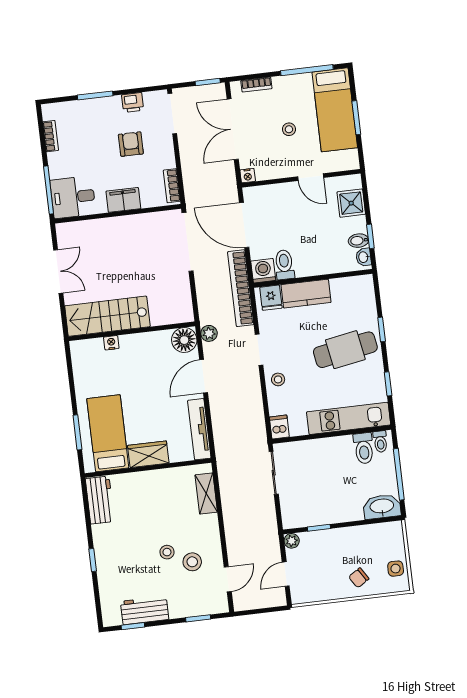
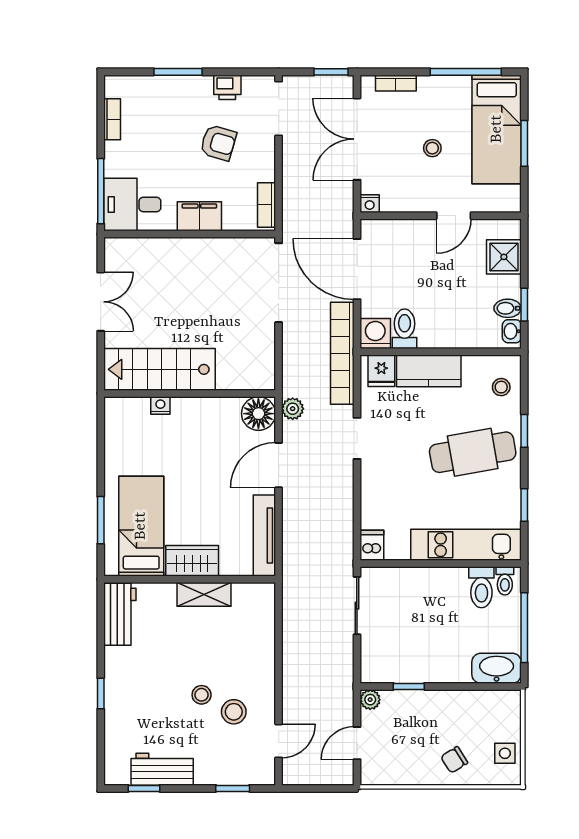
armchair: (131, 144) -> (218, 143), turned 106
door: (311, 177) -> (454, 216), hinge flipped
stool: (278, 379) -> (501, 387), moved
shelving: (206, 493) -> (204, 594), moved, turned 90

